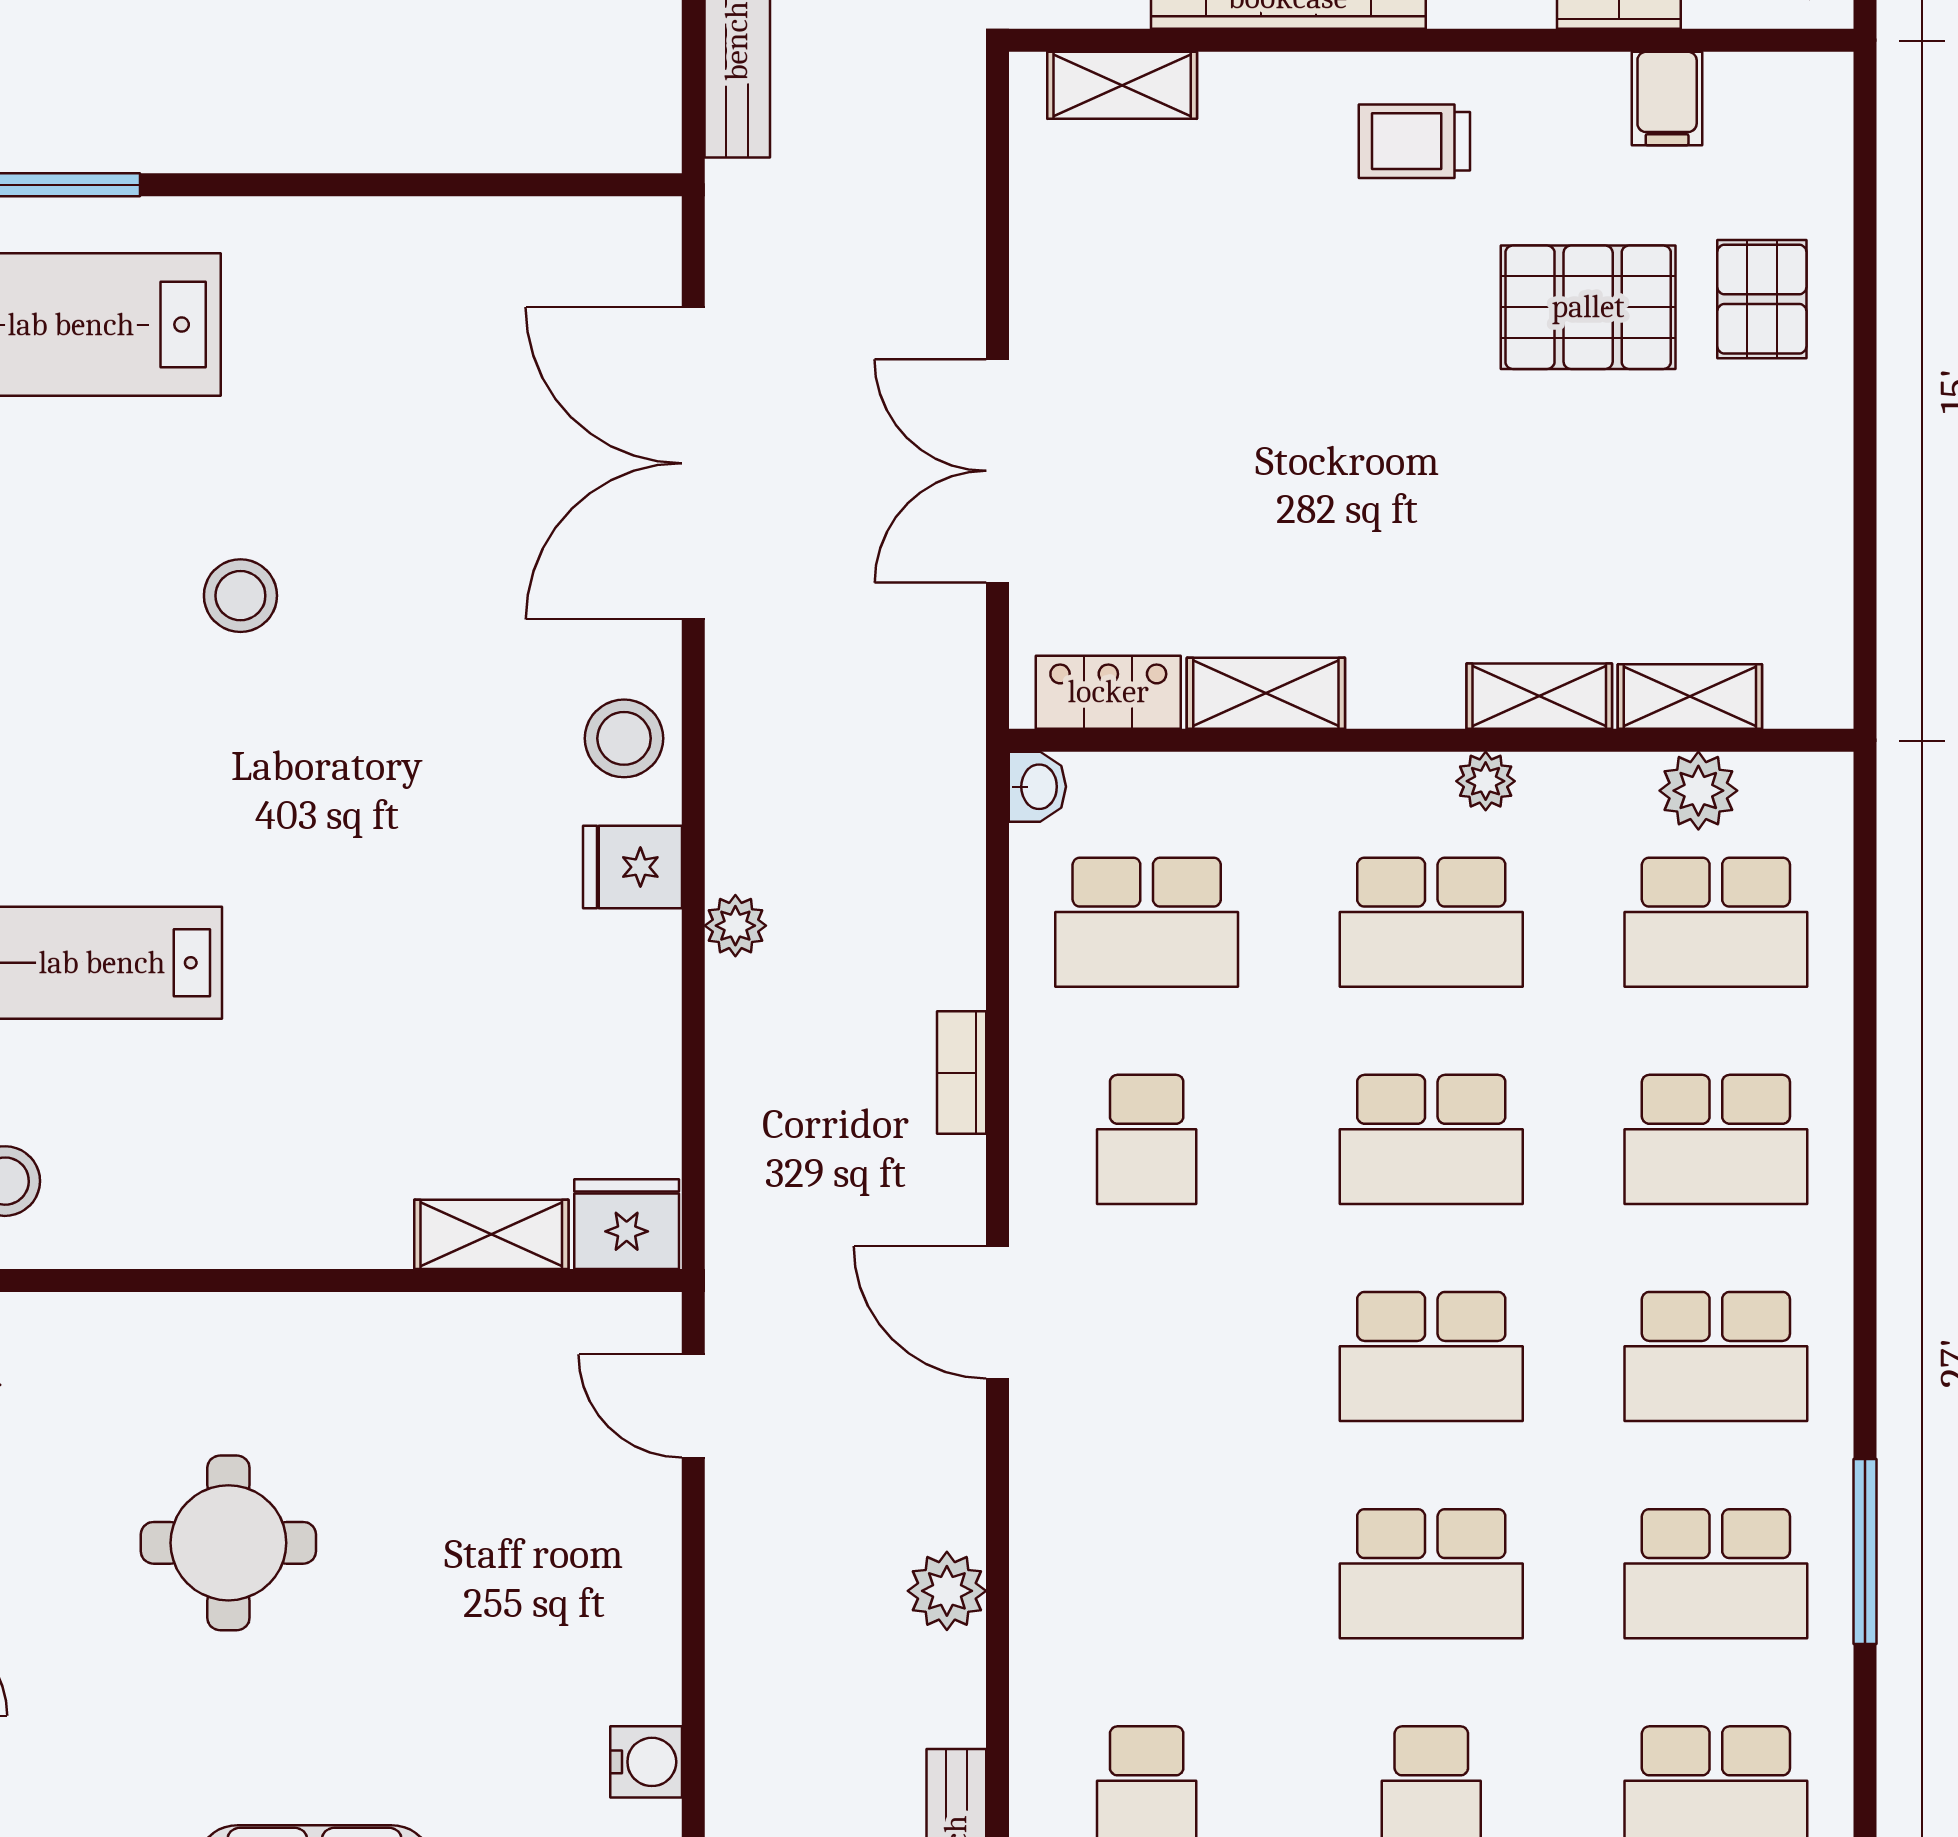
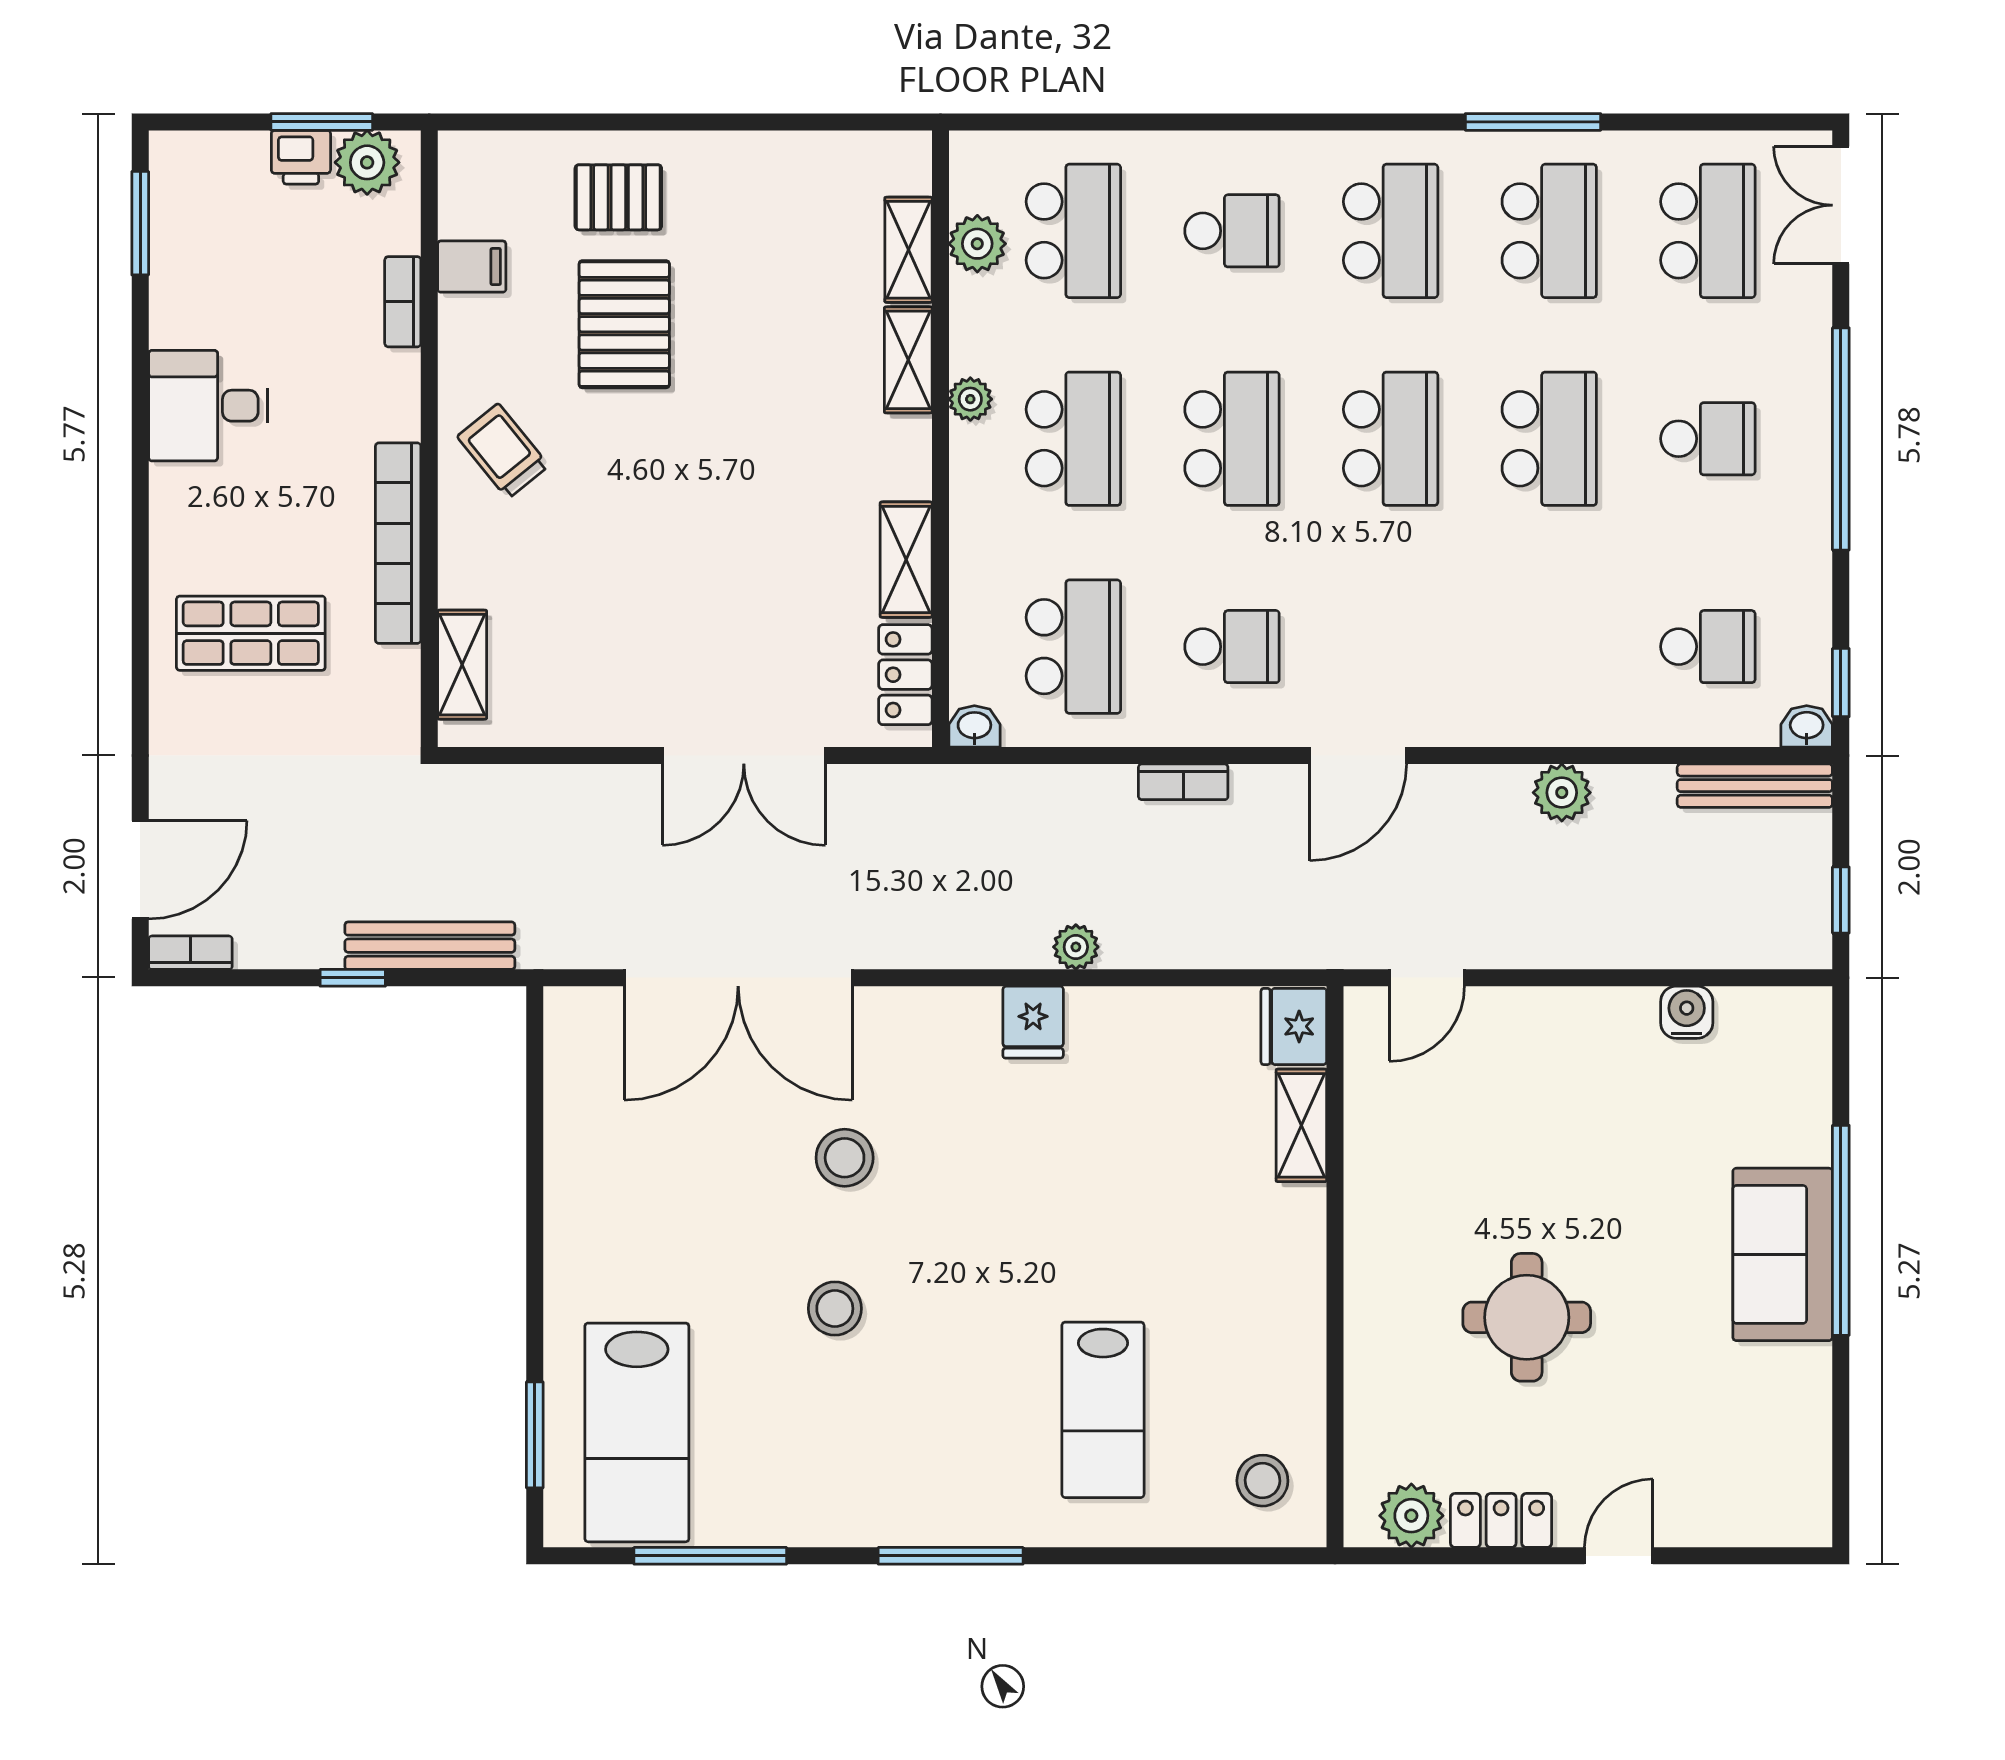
trolley: (1414, 141) -> (503, 451), turned 141
stool: (624, 738) -> (845, 1158), moved
school desk: (1716, 1139) -> (1232, 231), width x0.54

